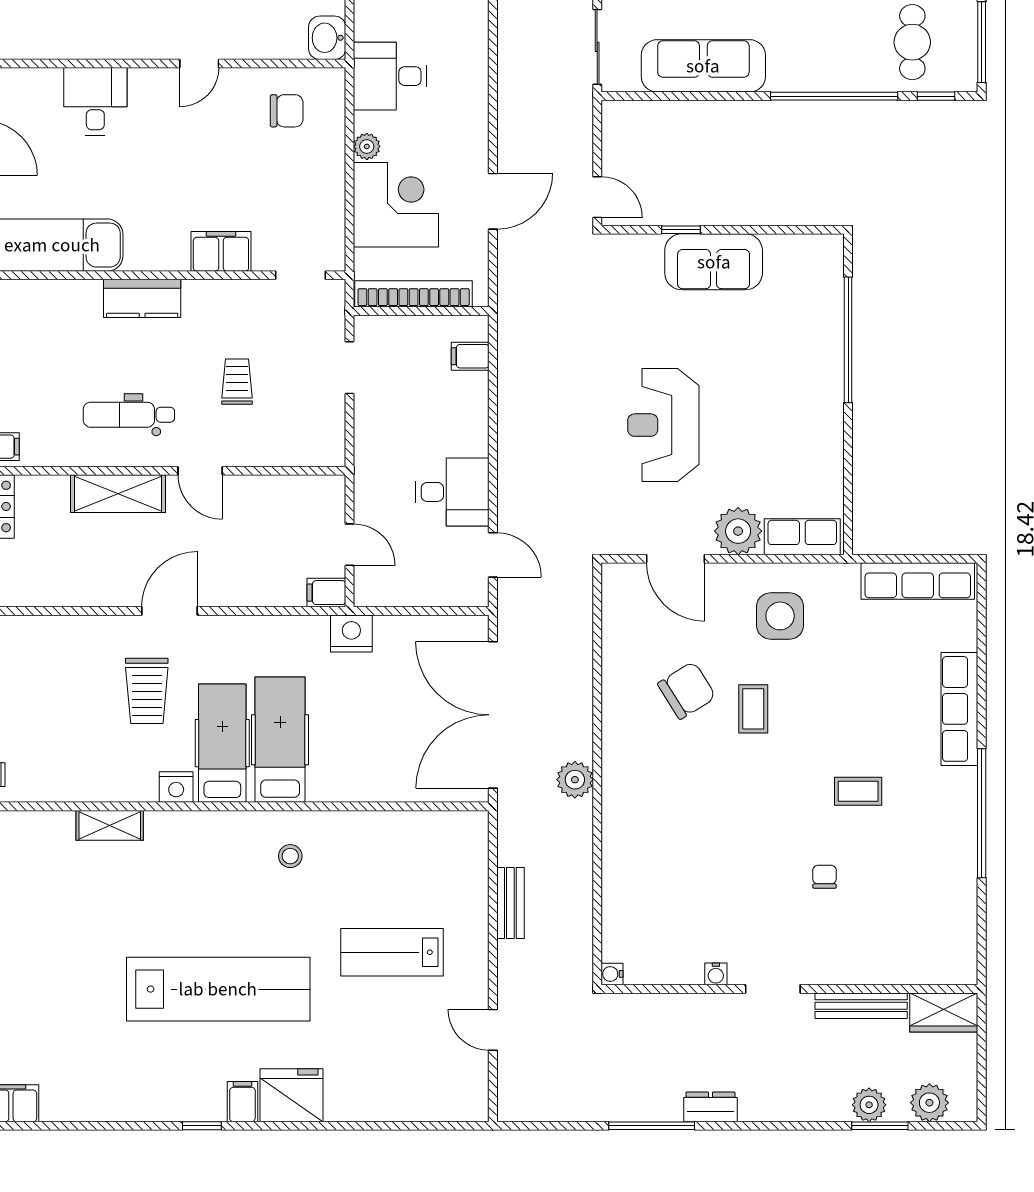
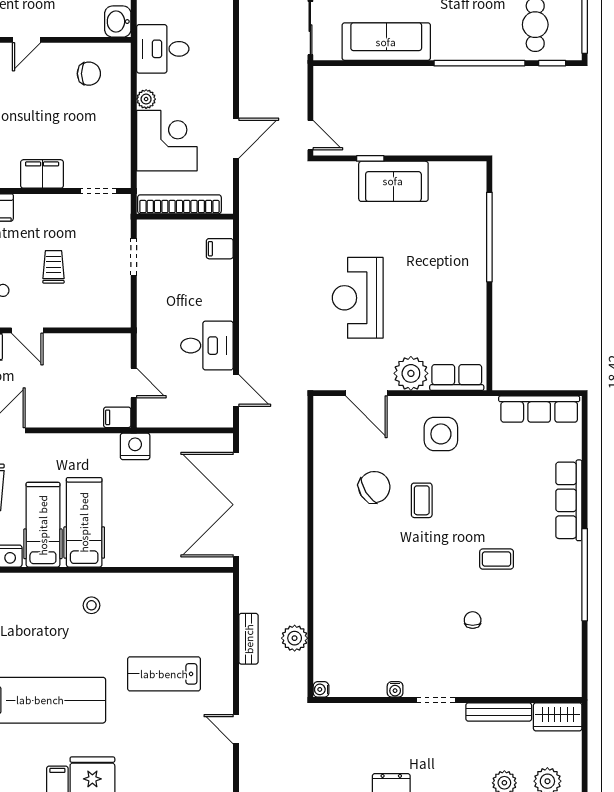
plant: (575, 780) -> (295, 638), moved

